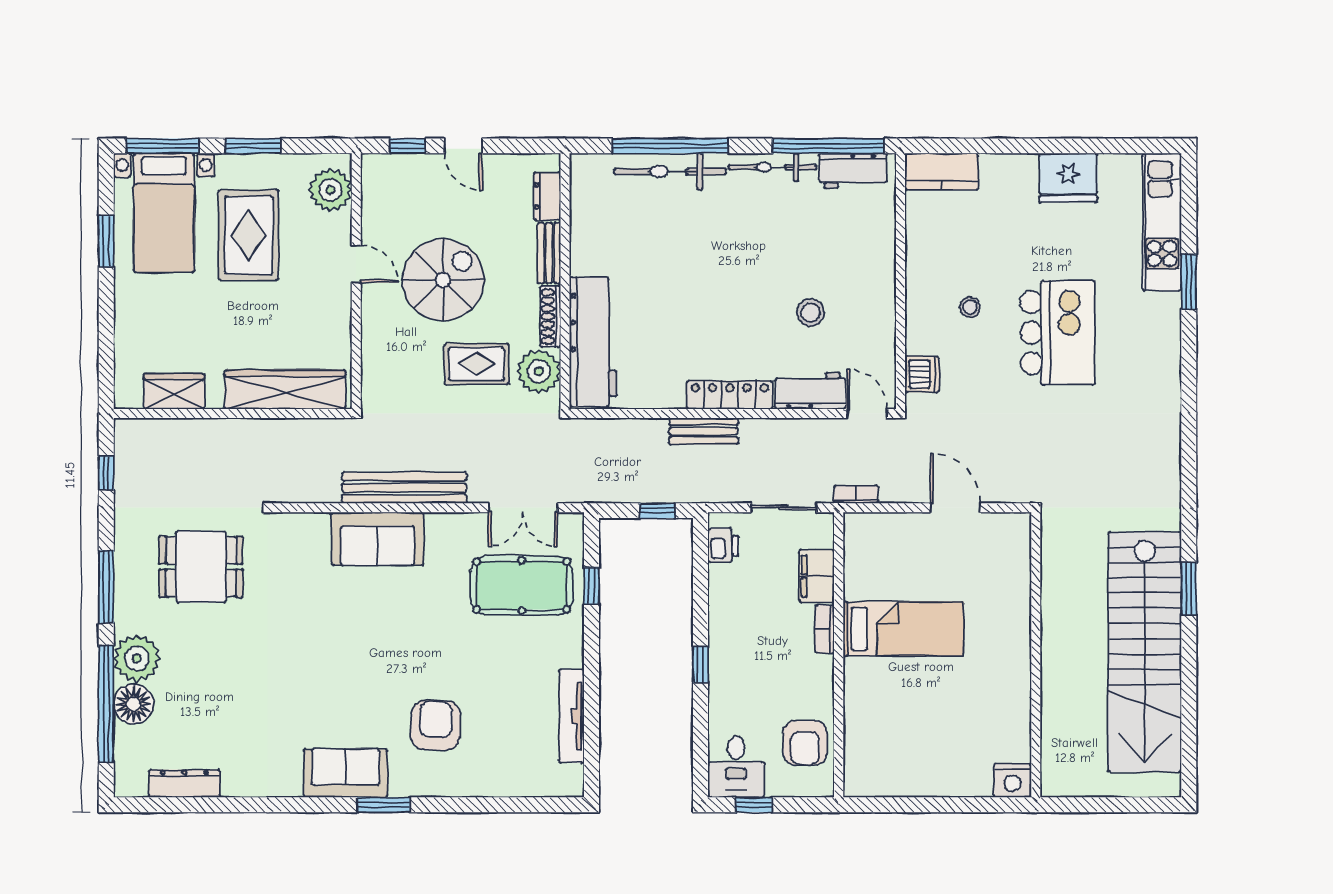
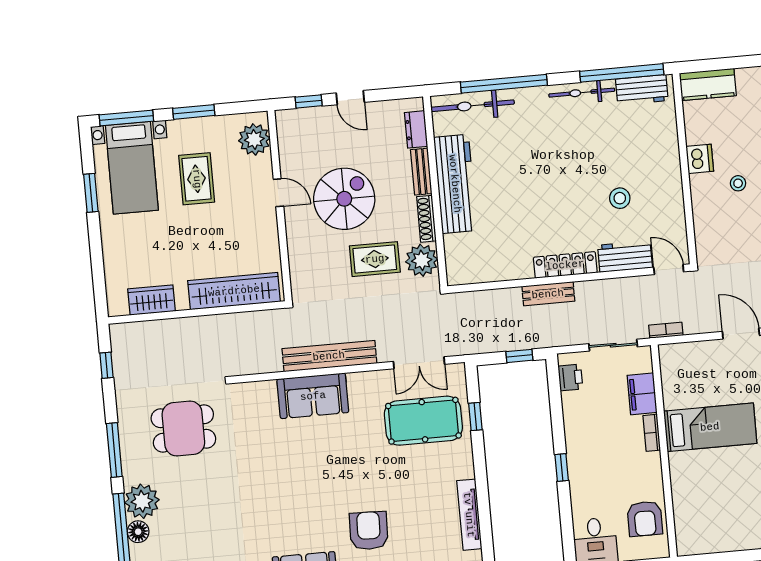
bicycle: (670, 171) -> (473, 106), moved
rug: (249, 235) -> (197, 179), width x0.73, depth x0.70
workbench: (593, 342) -> (455, 184), moved
dishwasher: (922, 374) -> (700, 159), moved
floor lamp: (134, 704) -> (138, 532), width x0.73, depth x0.73

